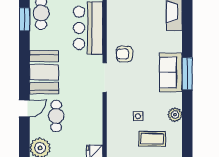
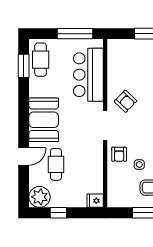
armchair: (125, 54) -> (126, 101), turned -136
armchair: (118, 106) -> (119, 154), added

